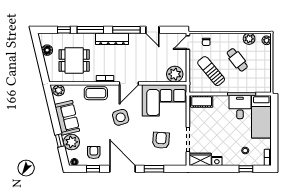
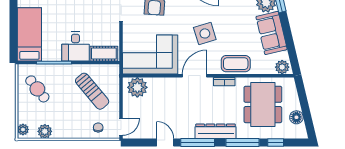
dining table: (74, 60) -> (263, 104), width x1.38
cafe table: (237, 60) -> (37, 89), moved
desk: (240, 107) -> (75, 46), moved

